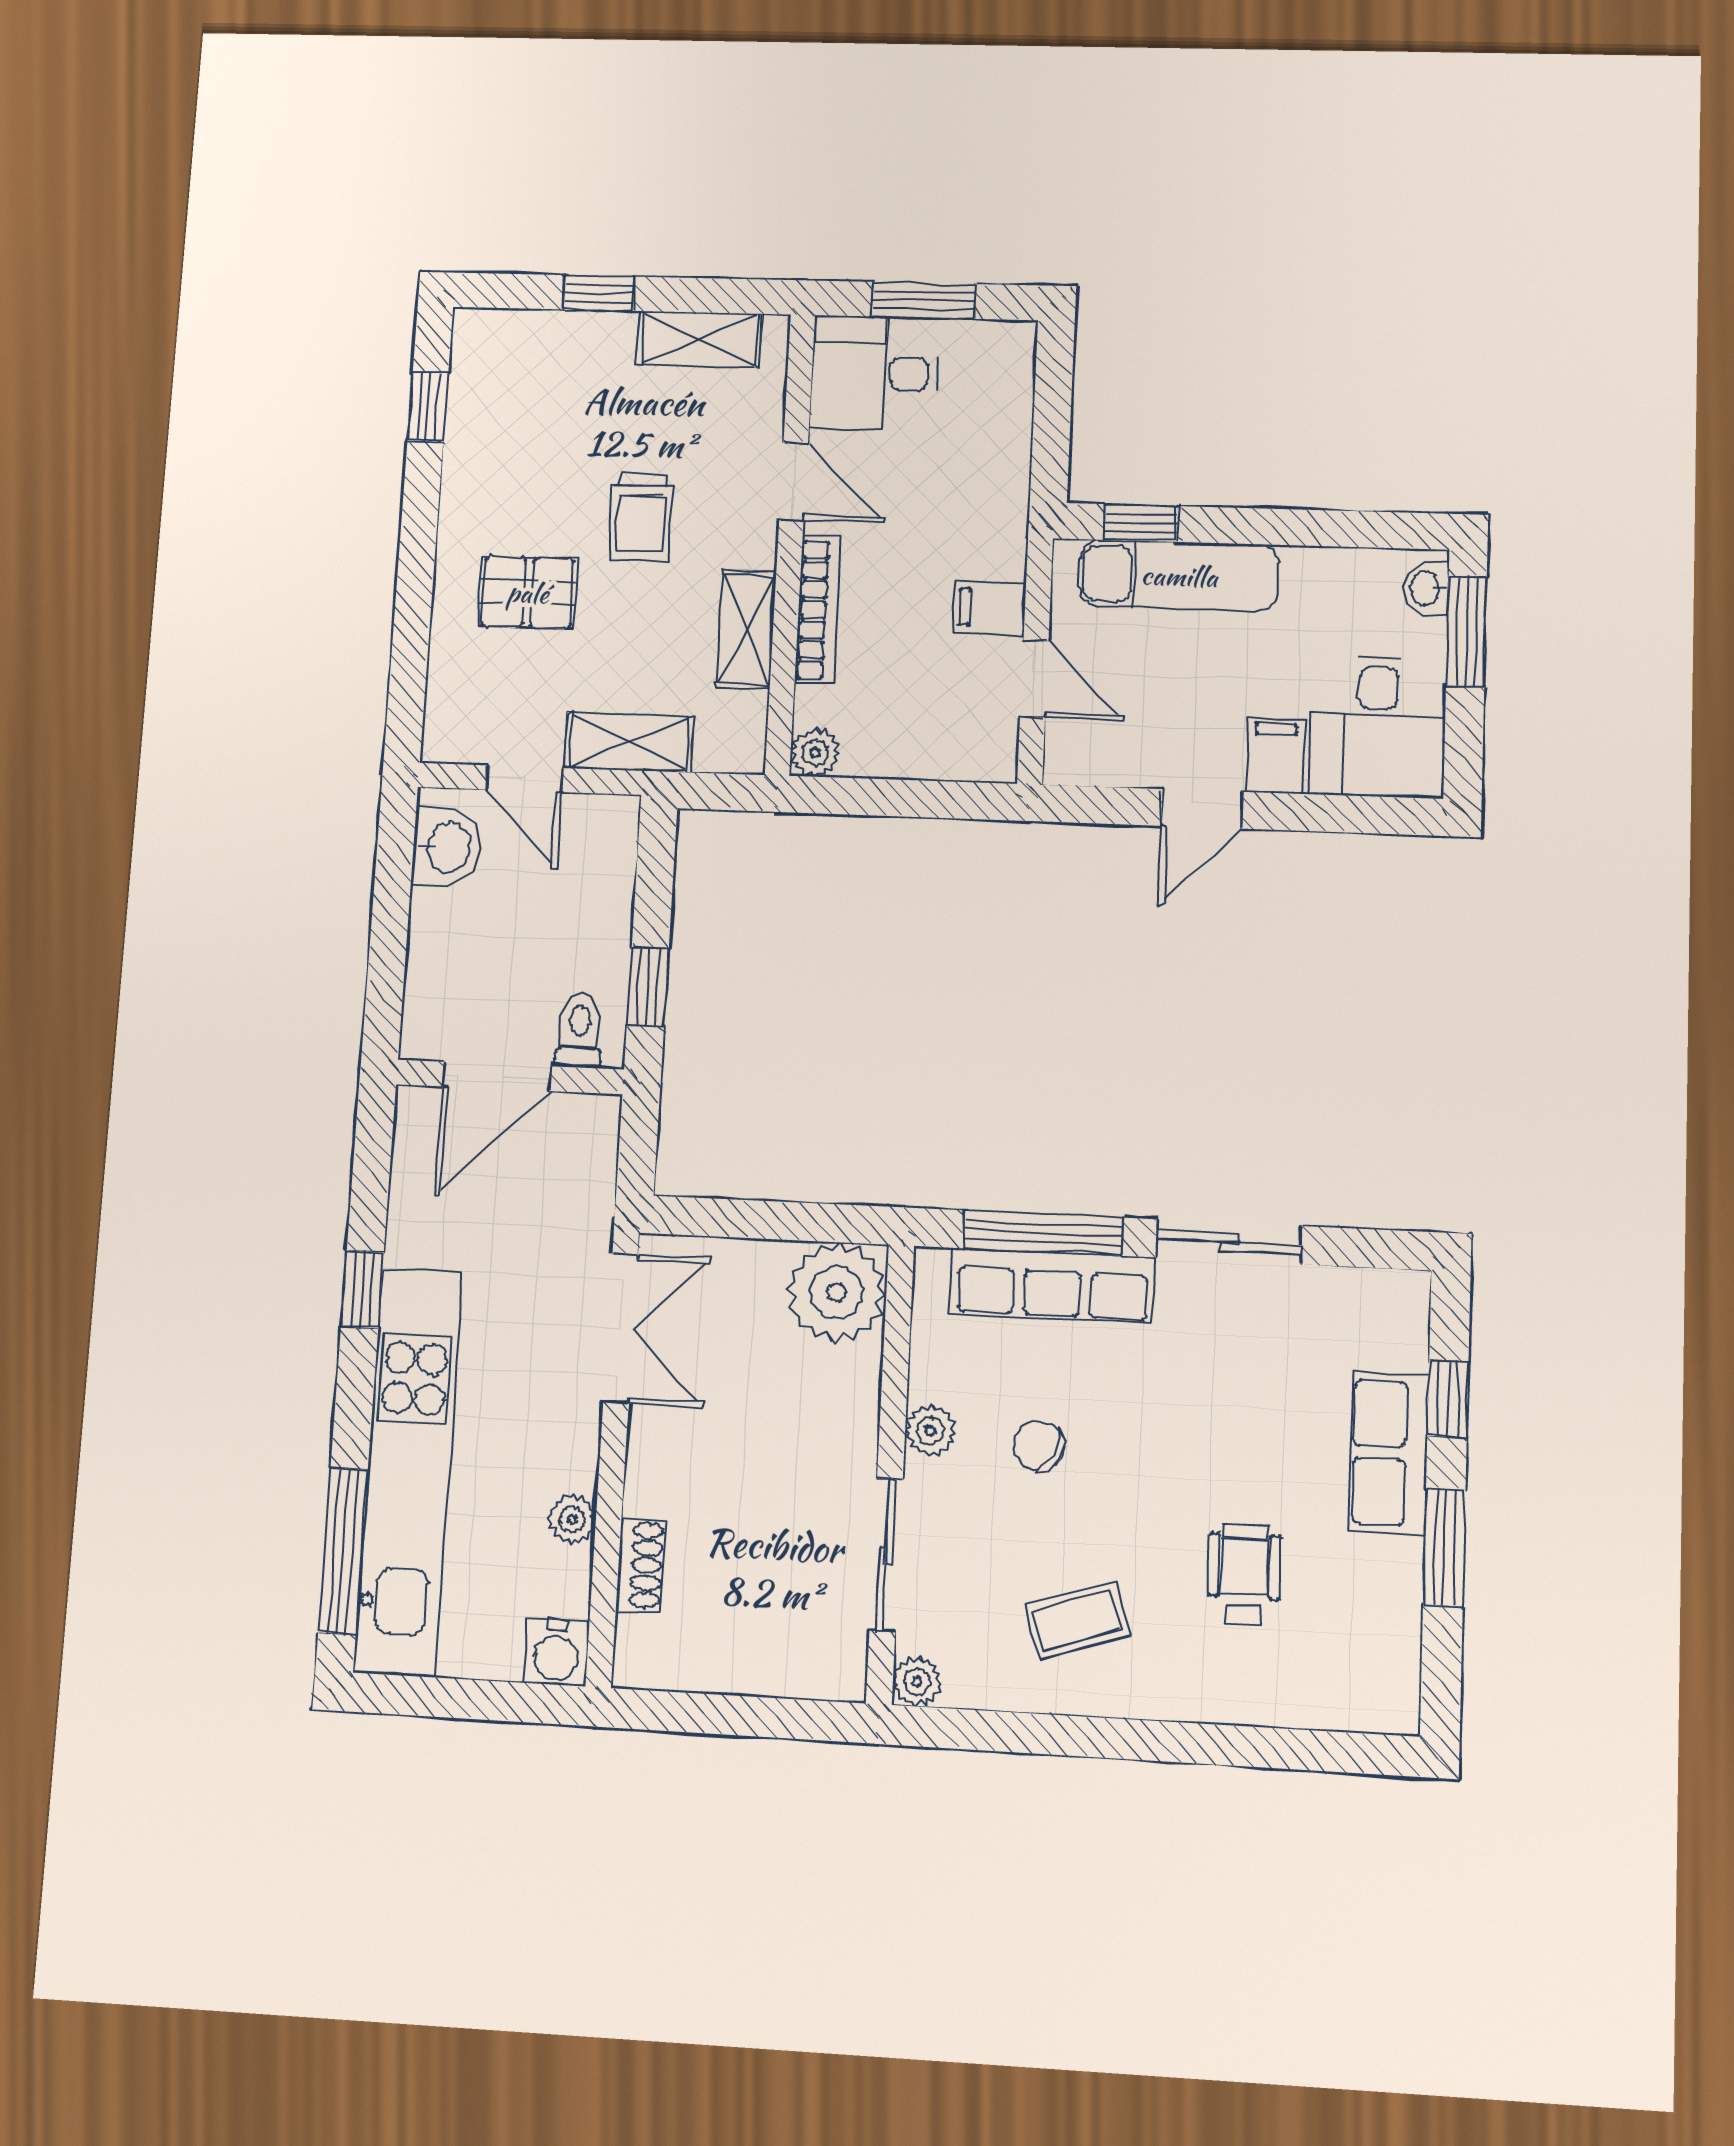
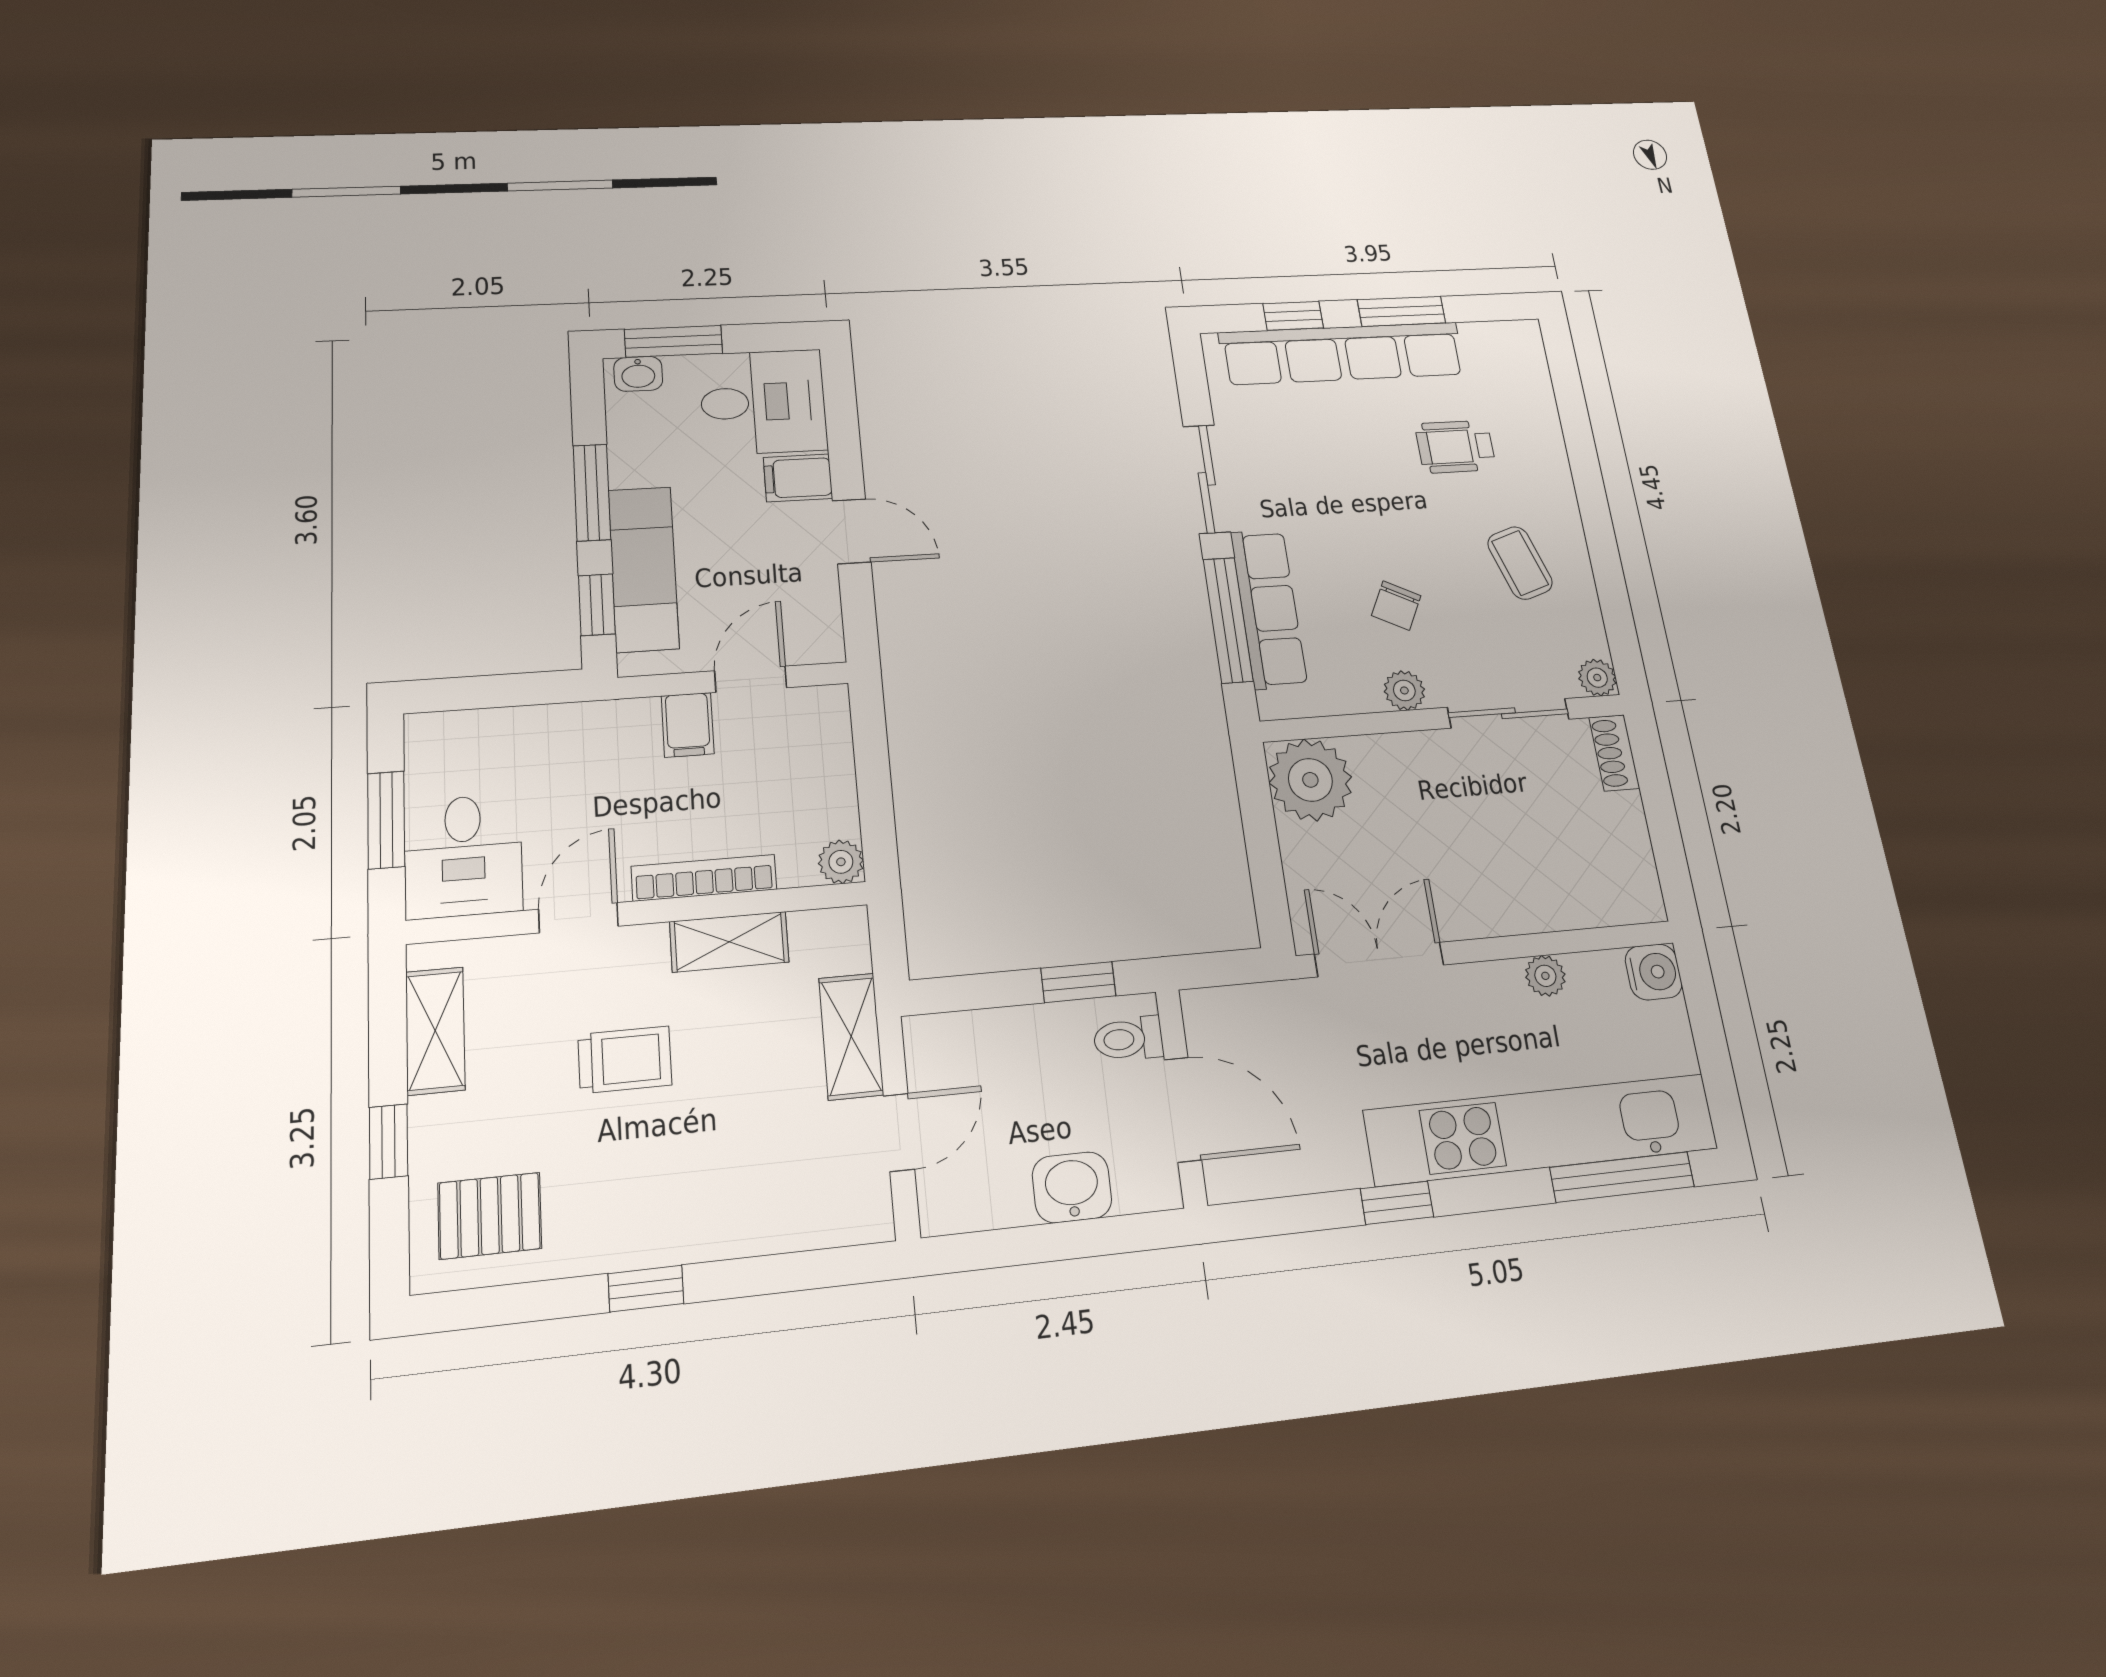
window: (428, 406) -> (646, 1289), moved
window: (1278, 527) -> (592, 492), added
pallet: (528, 593) -> (490, 1216), moved, turned 90
washbasin: (447, 847) -> (1072, 1187), moved
row of seats: (1389, 1453) -> (1342, 353), width x2.02
shoe rack: (641, 1565) -> (1614, 753), moved, turned -90

